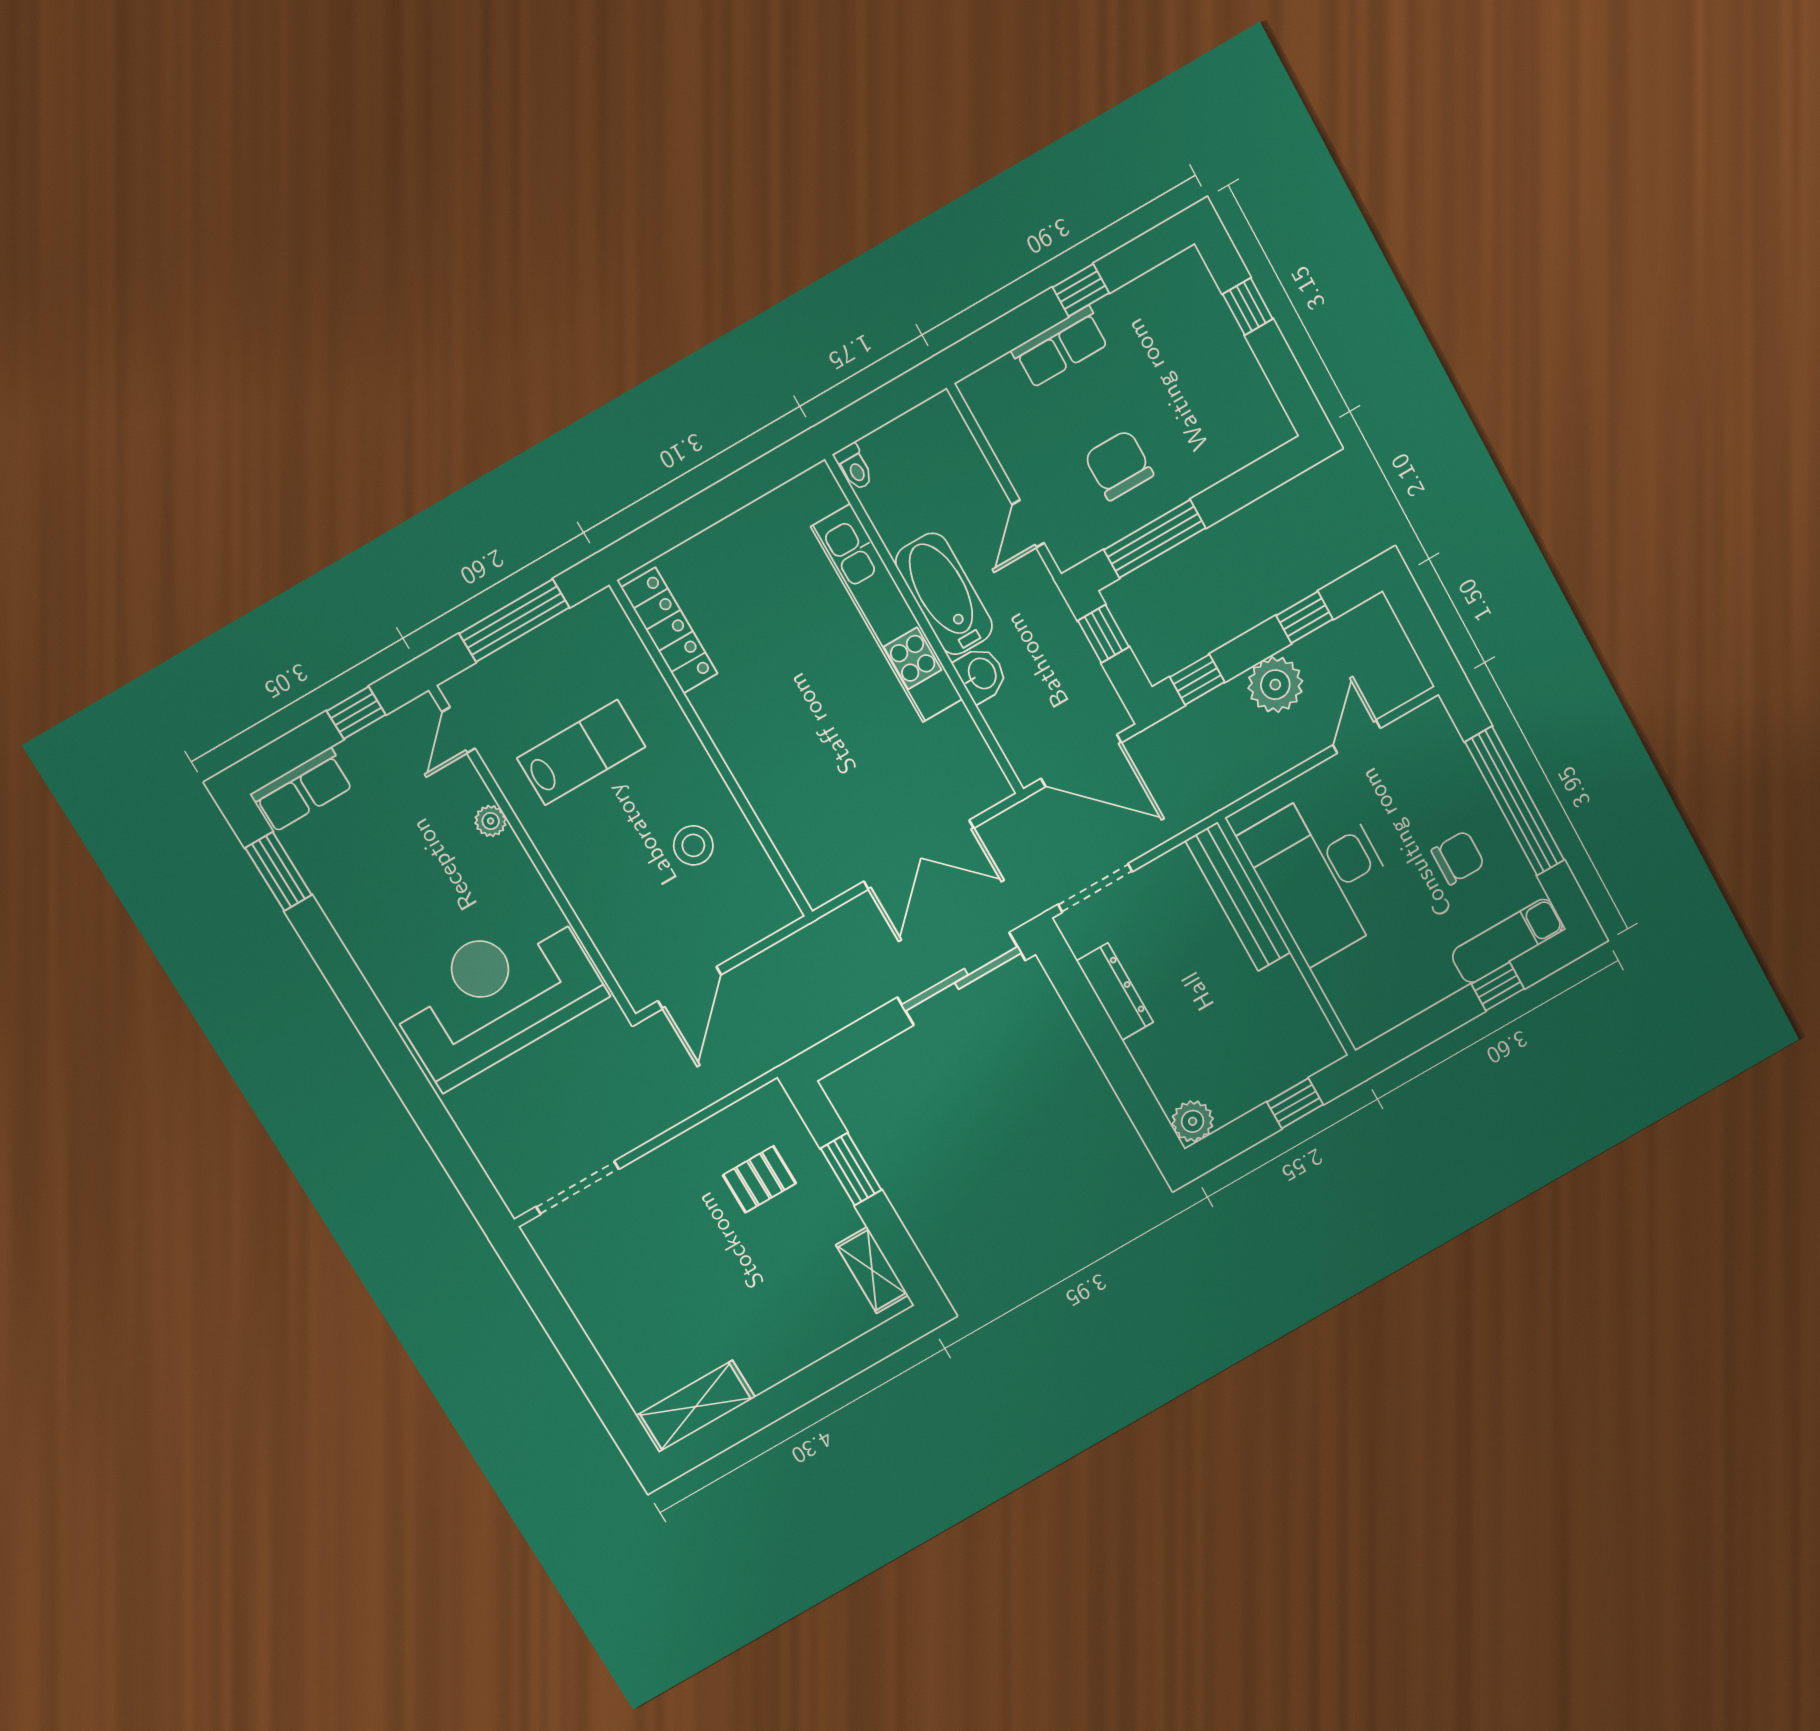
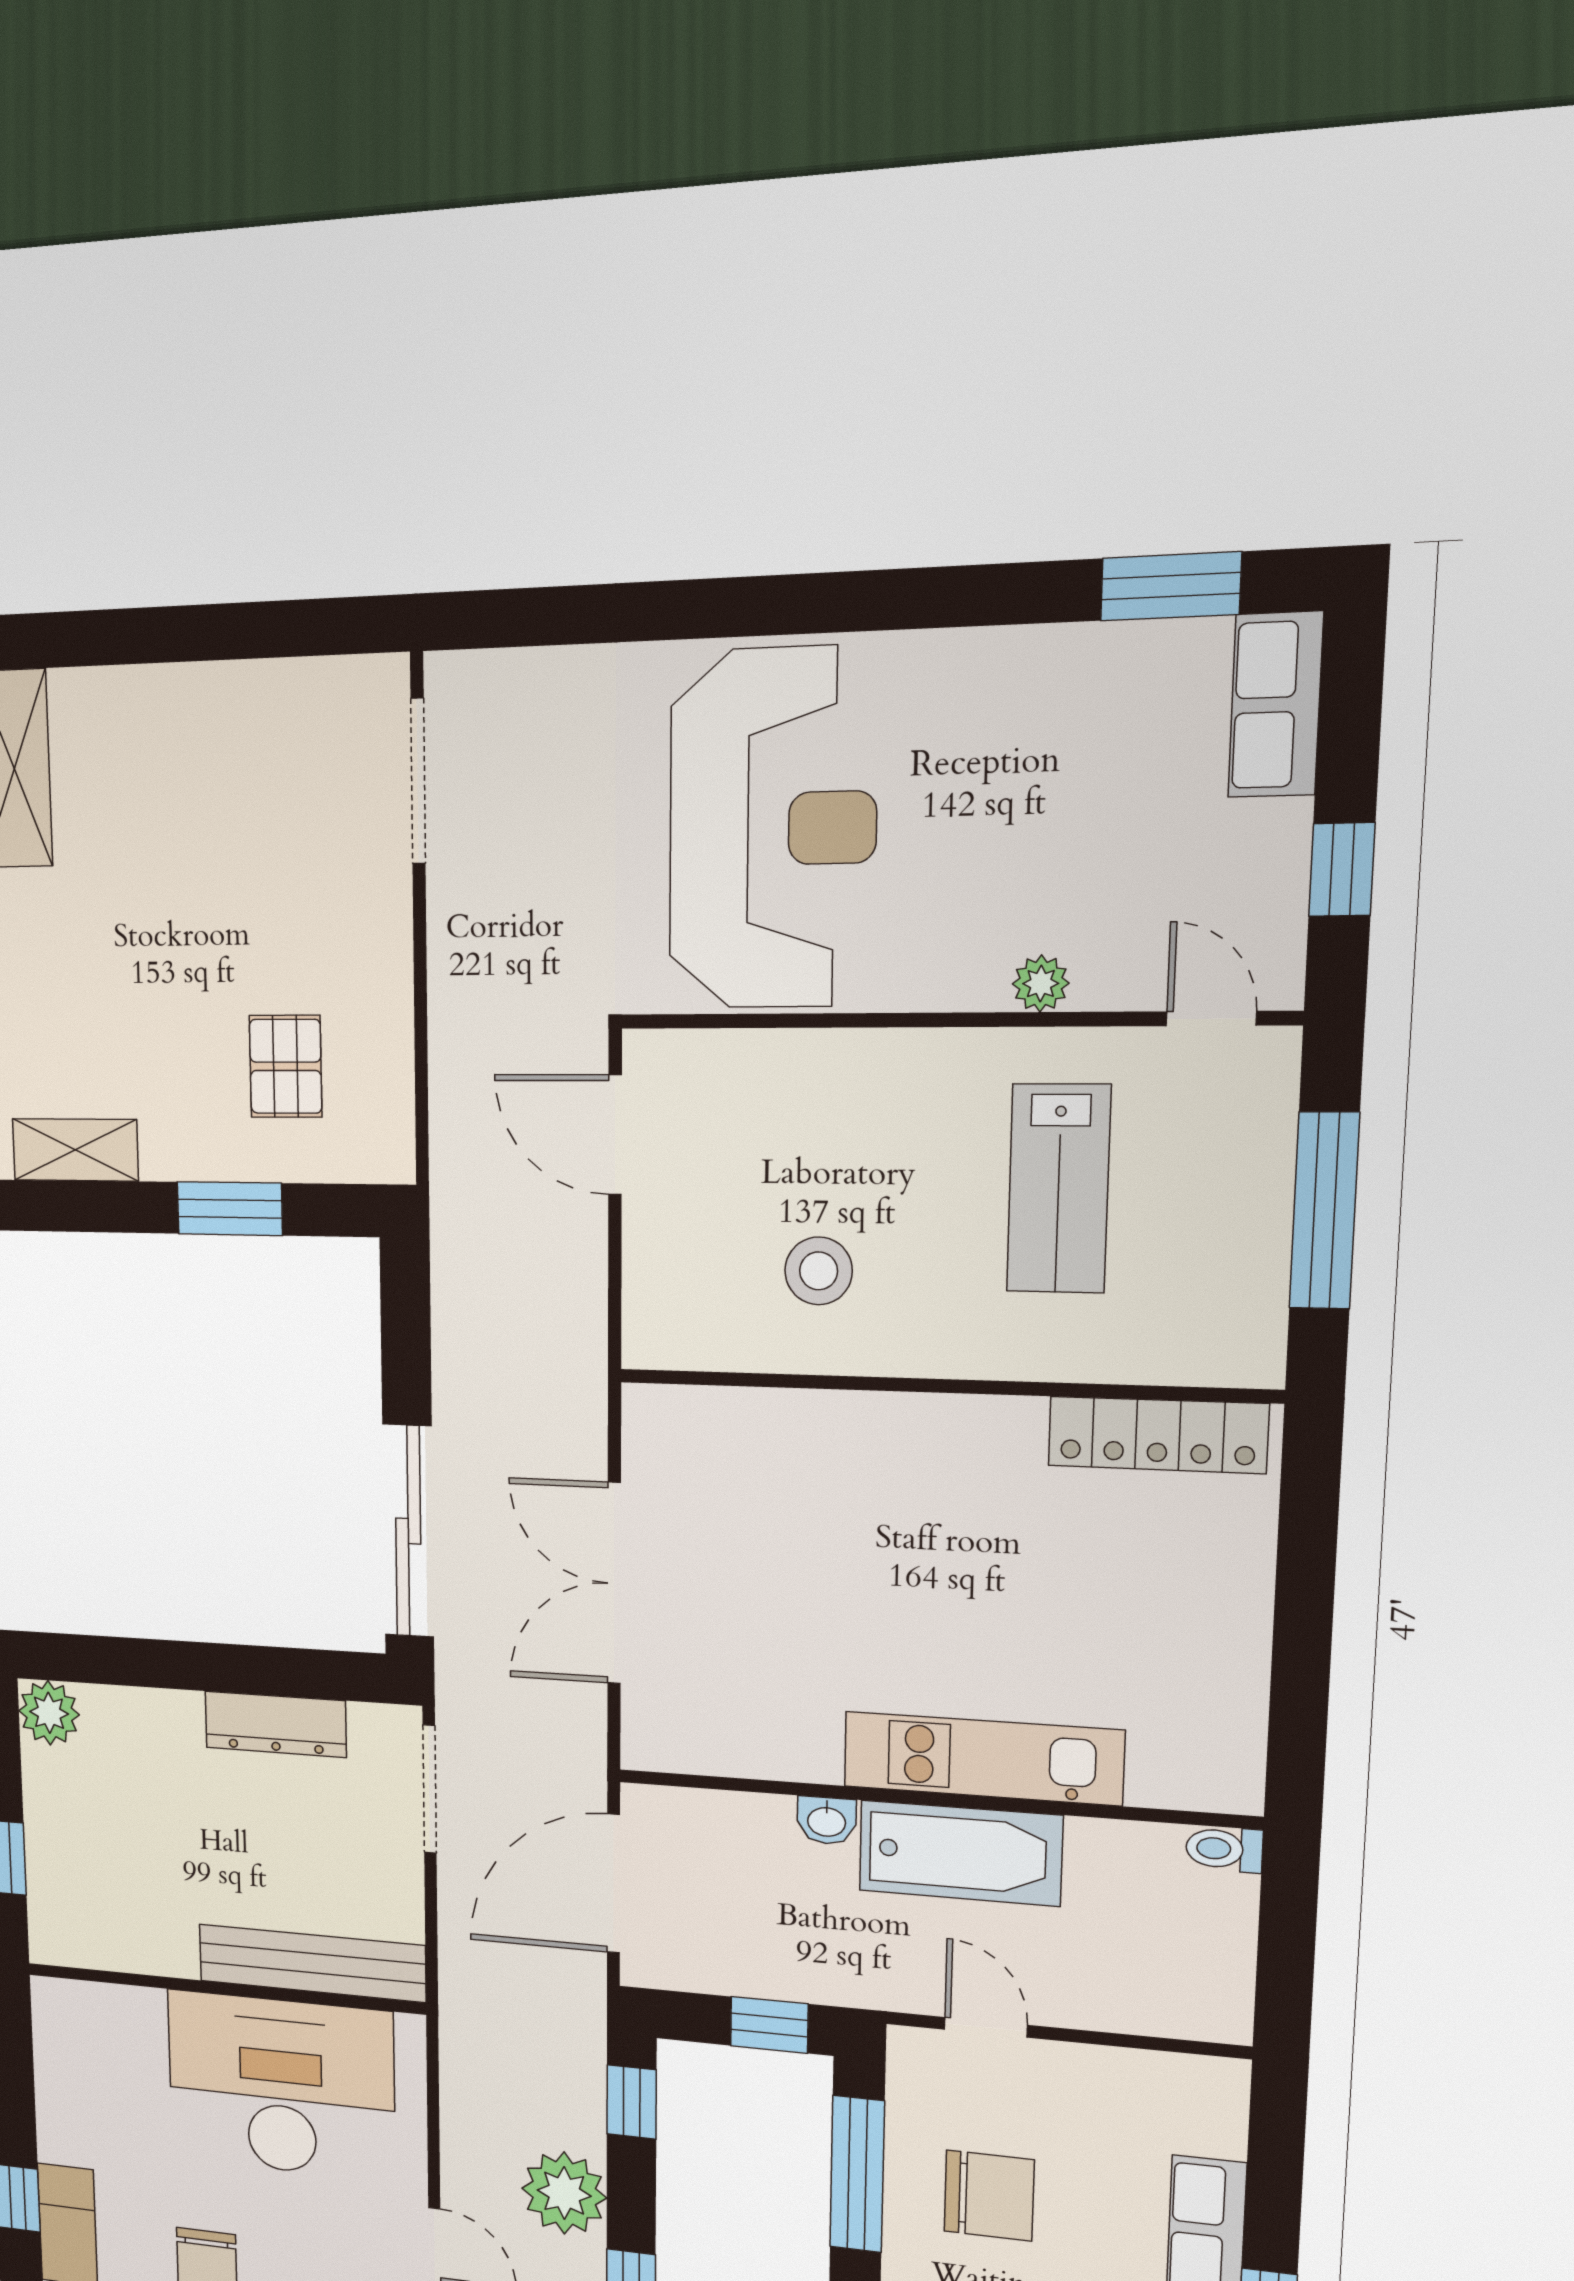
kitchen unit: (887, 613) -> (983, 1758), width x0.73
washbasin: (981, 674) -> (827, 1821), width x0.72, depth x0.69

